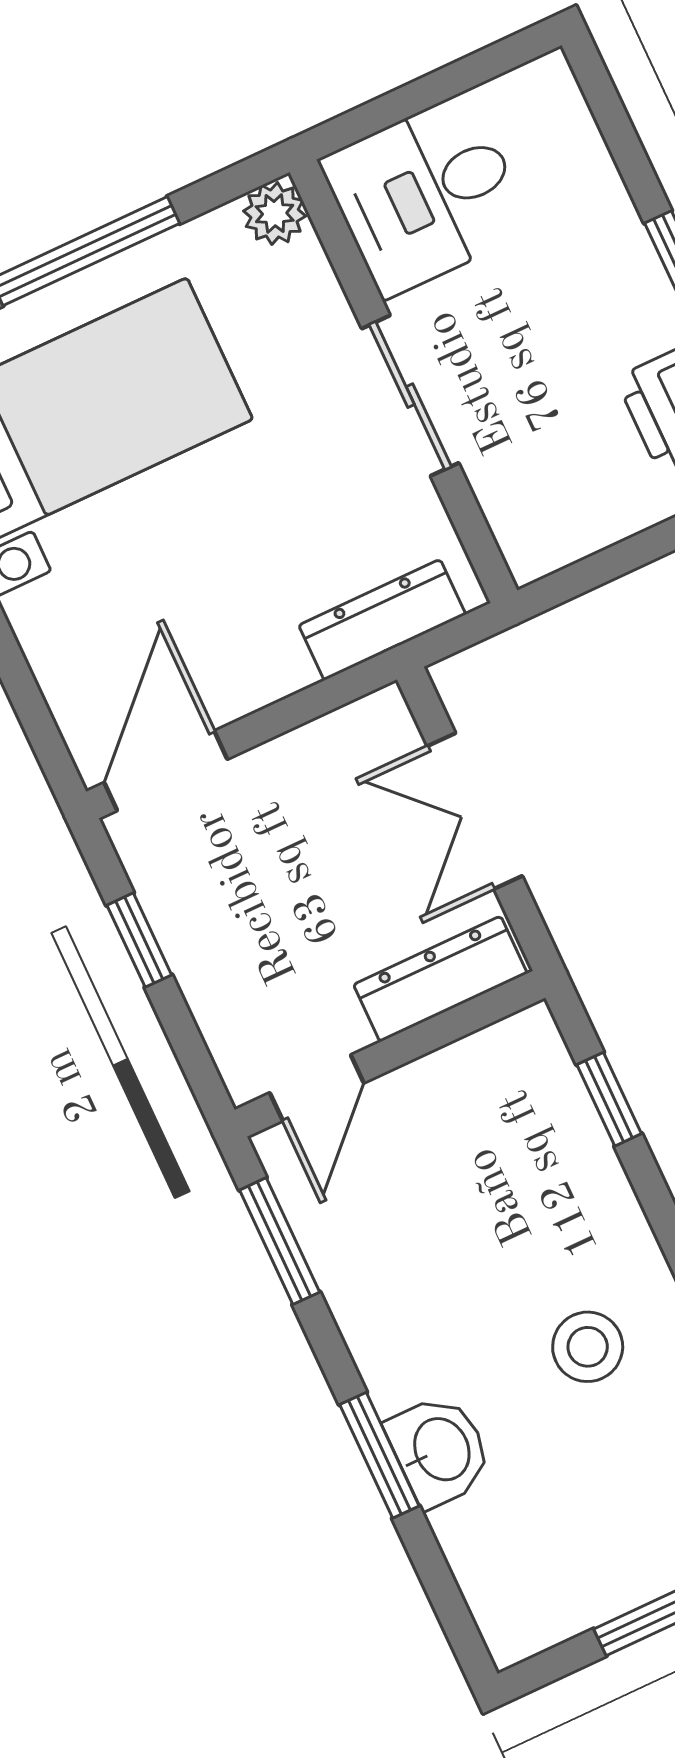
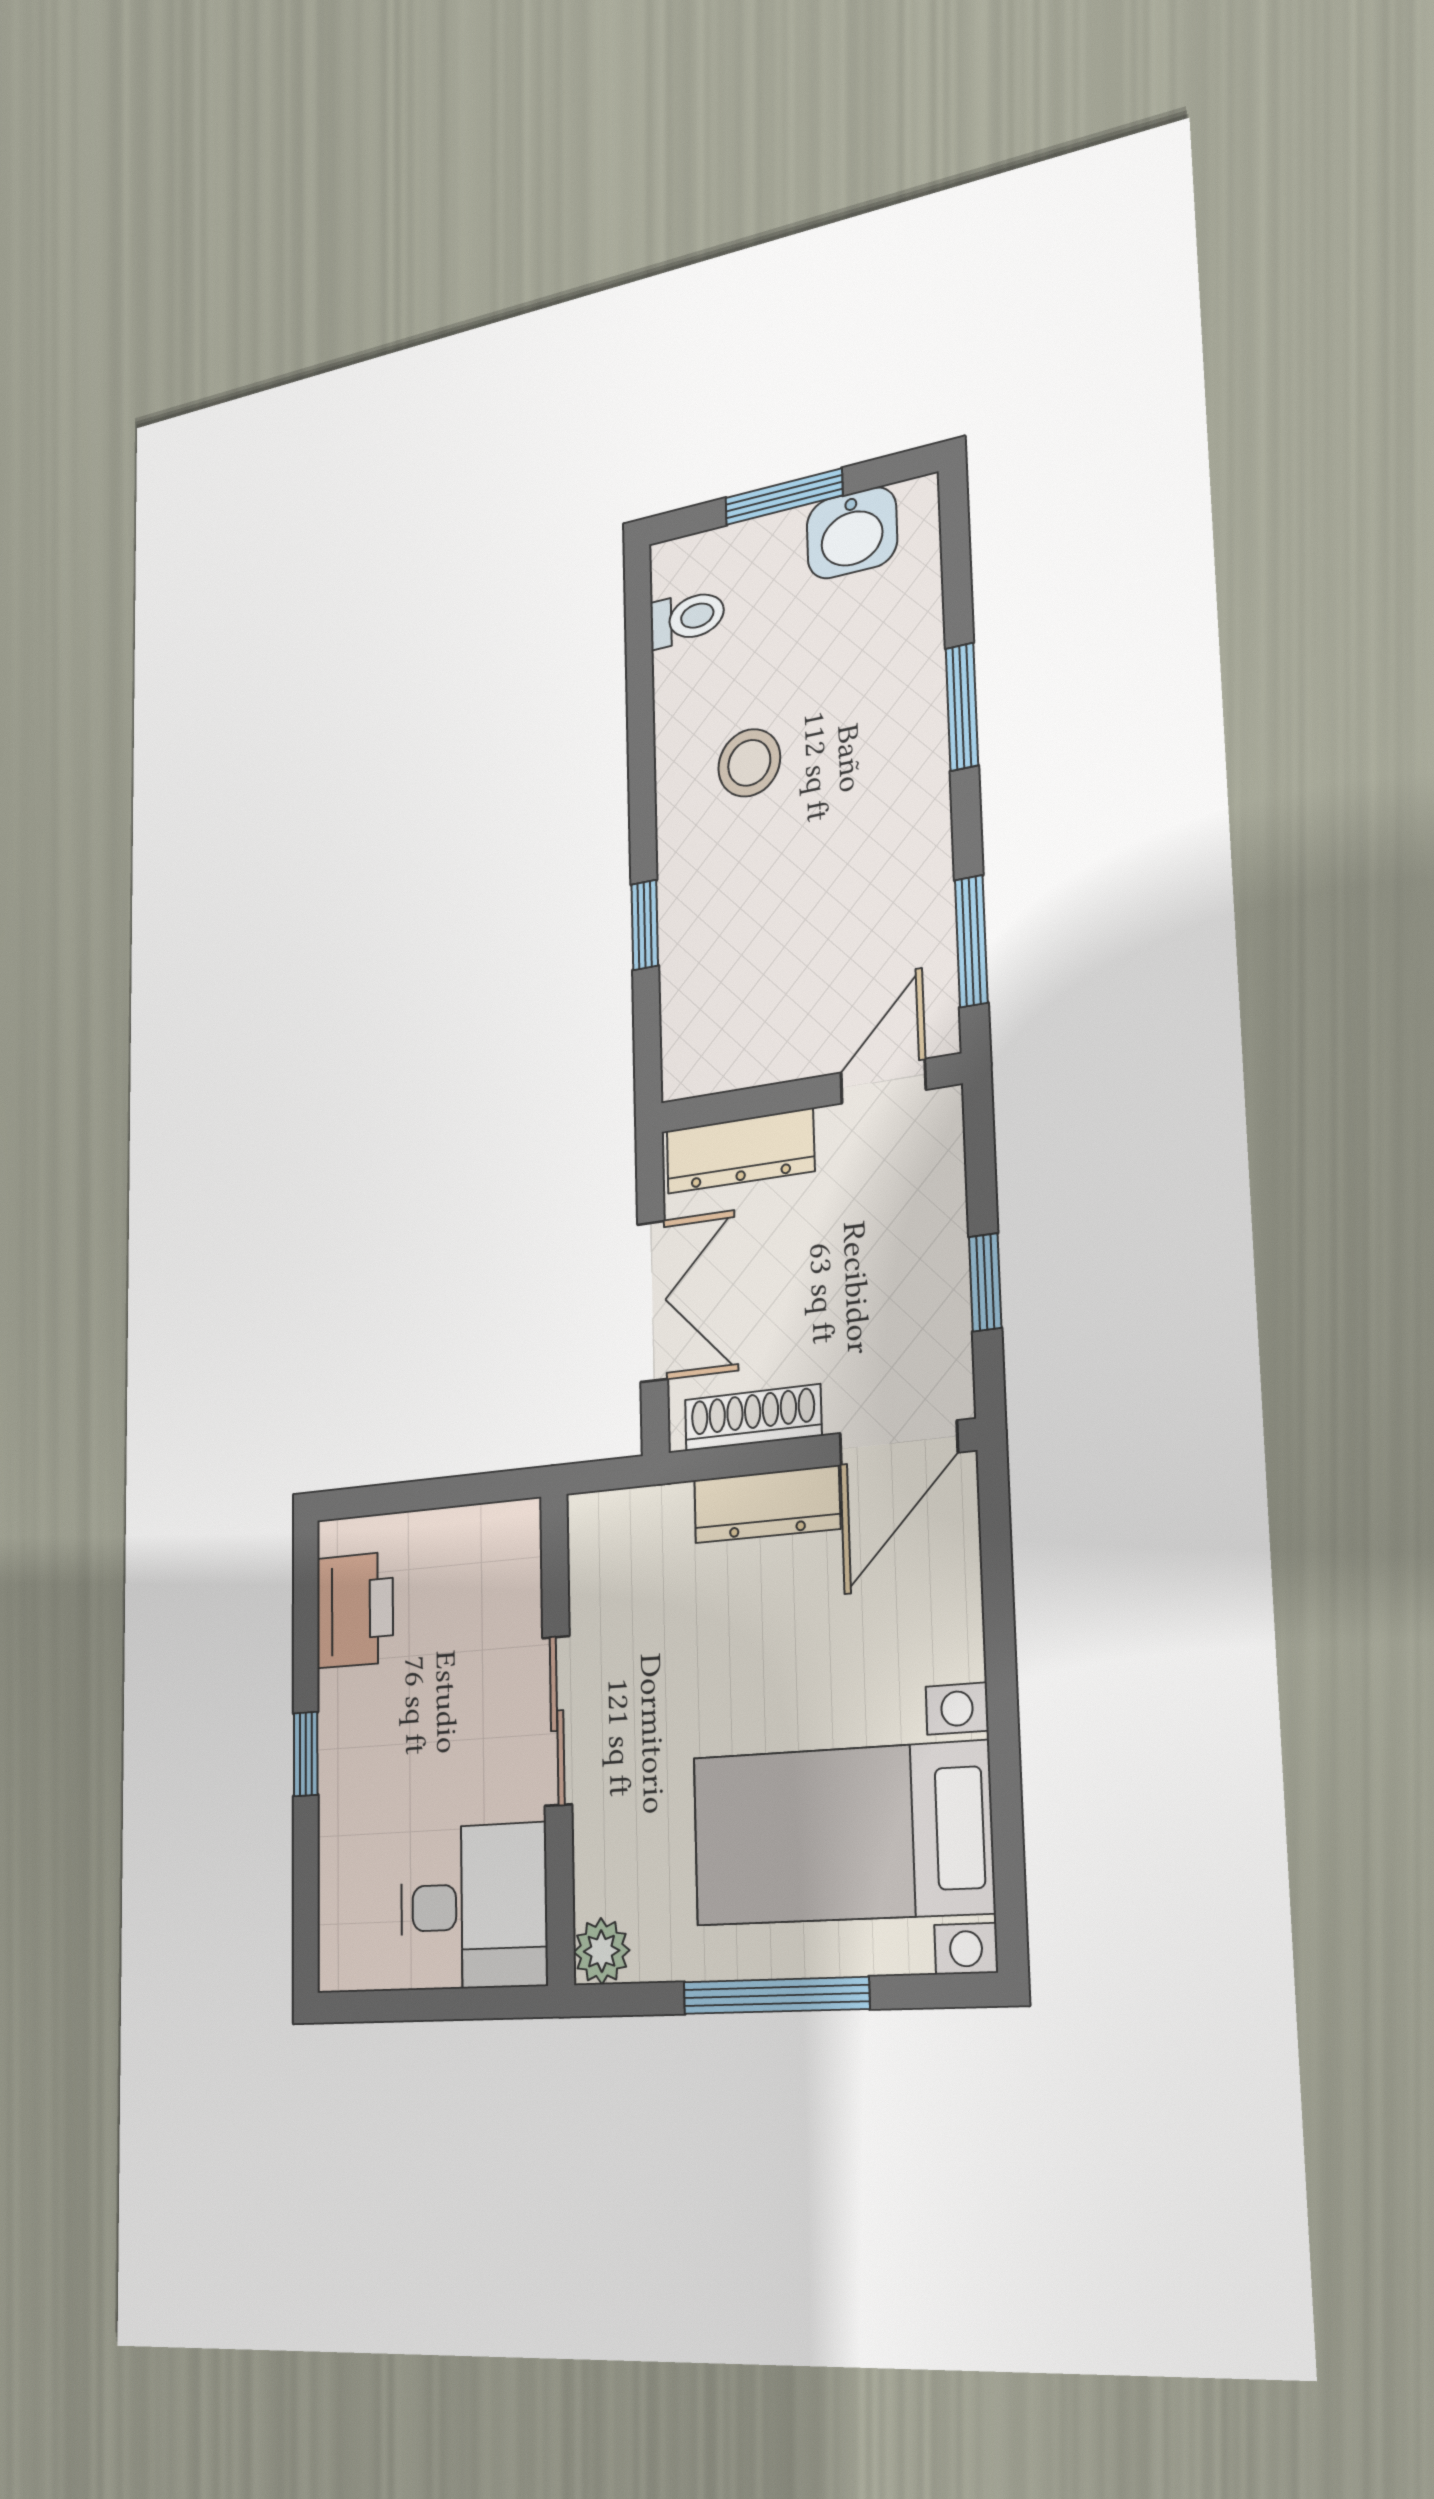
dresser: (382, 620) -> (767, 1504), moved
shoe rack: (323, 742) -> (753, 1418), added
window: (609, 1099) -> (645, 925), moved
washbasin: (440, 1450) -> (852, 533), moved, turned -90

